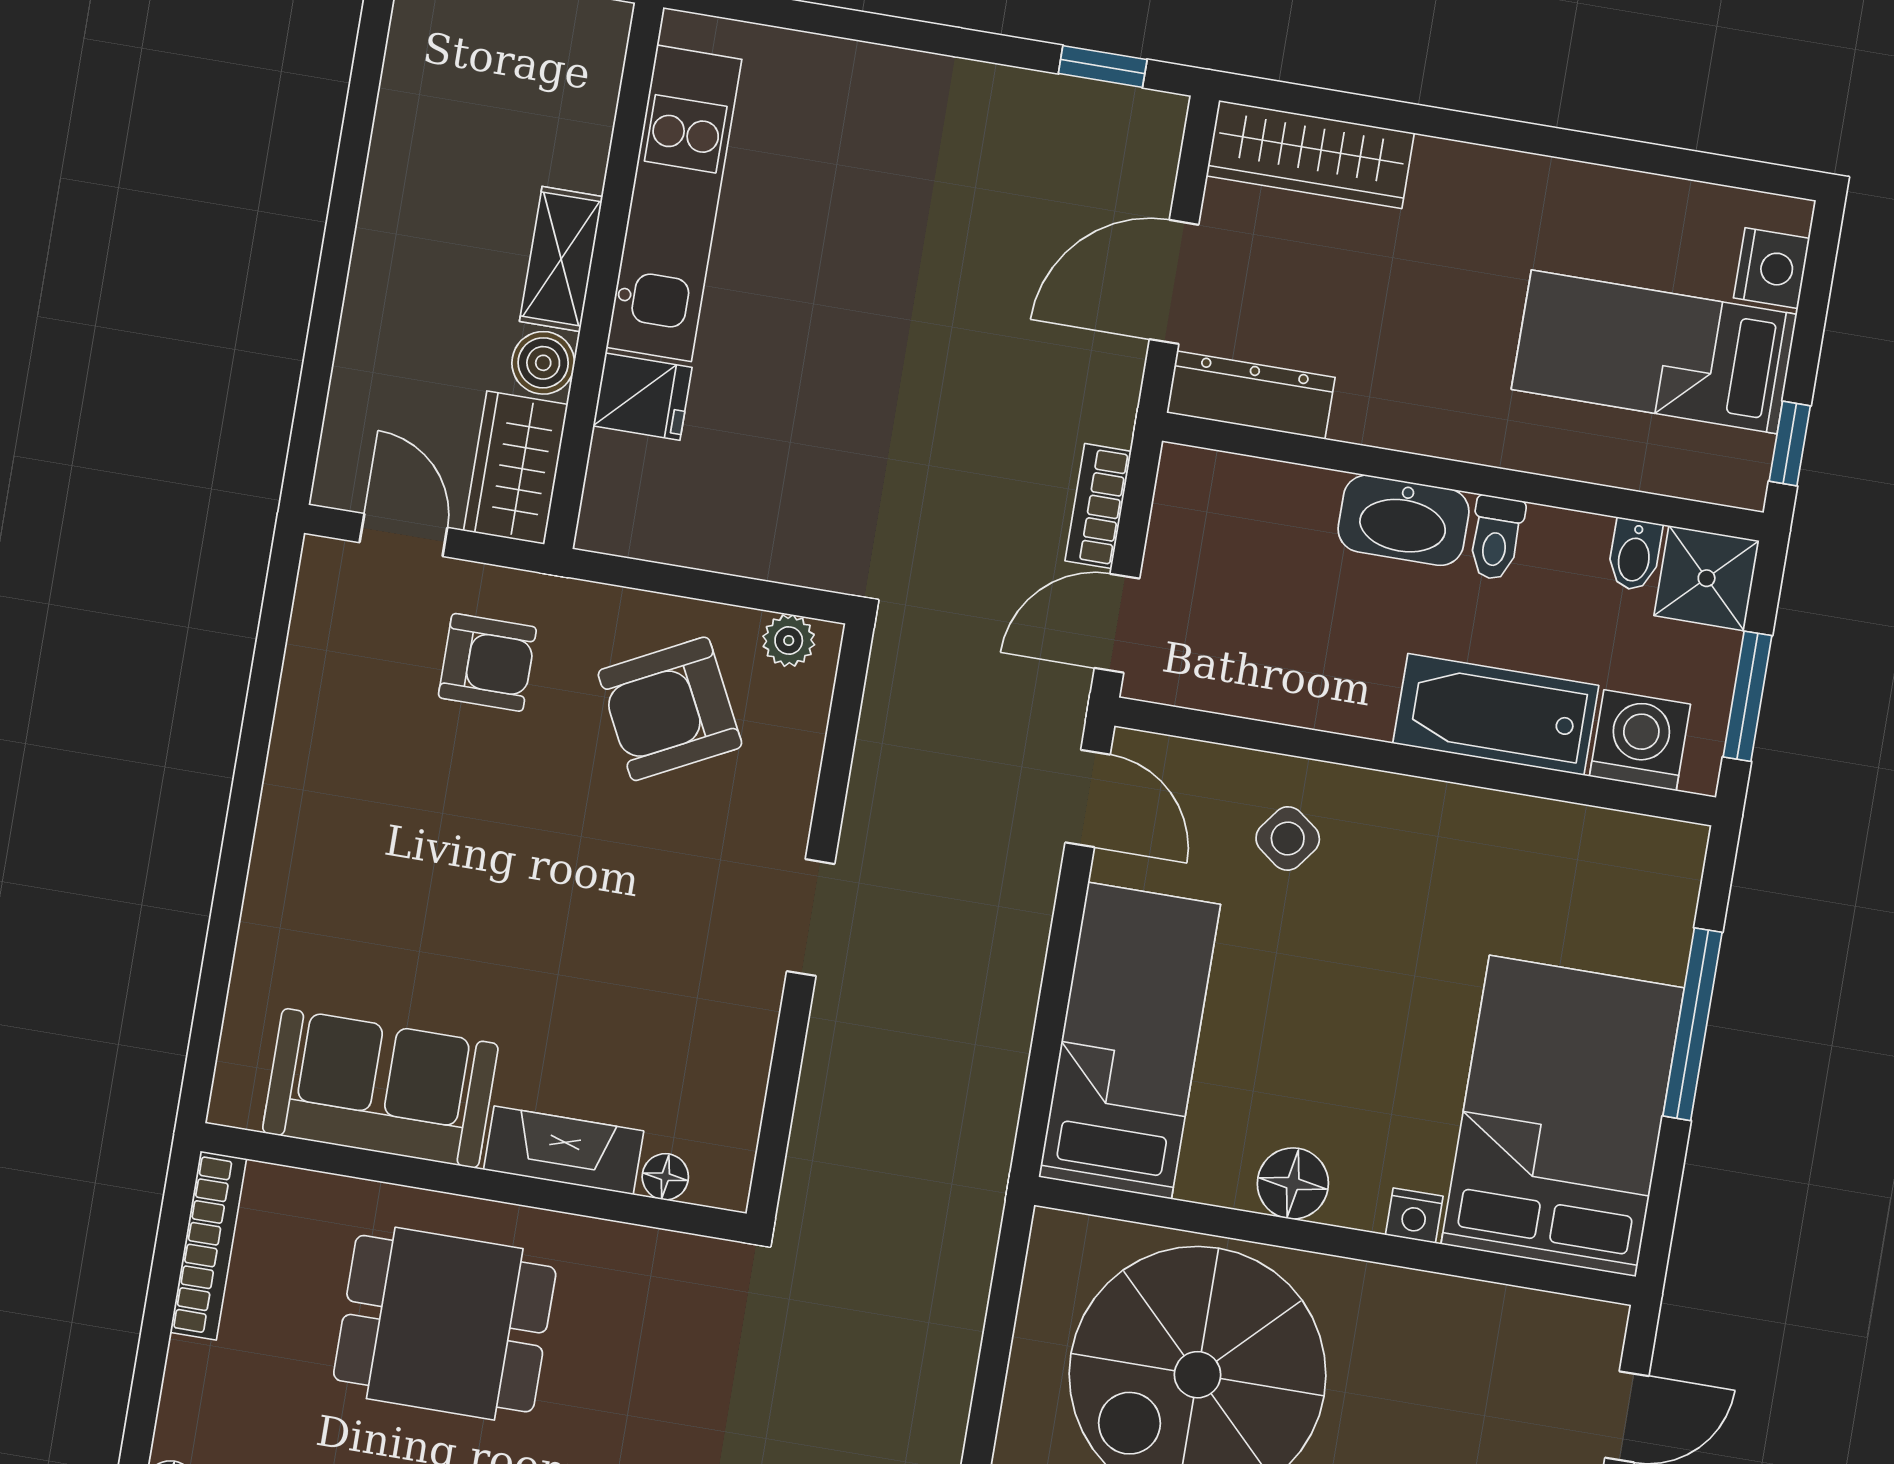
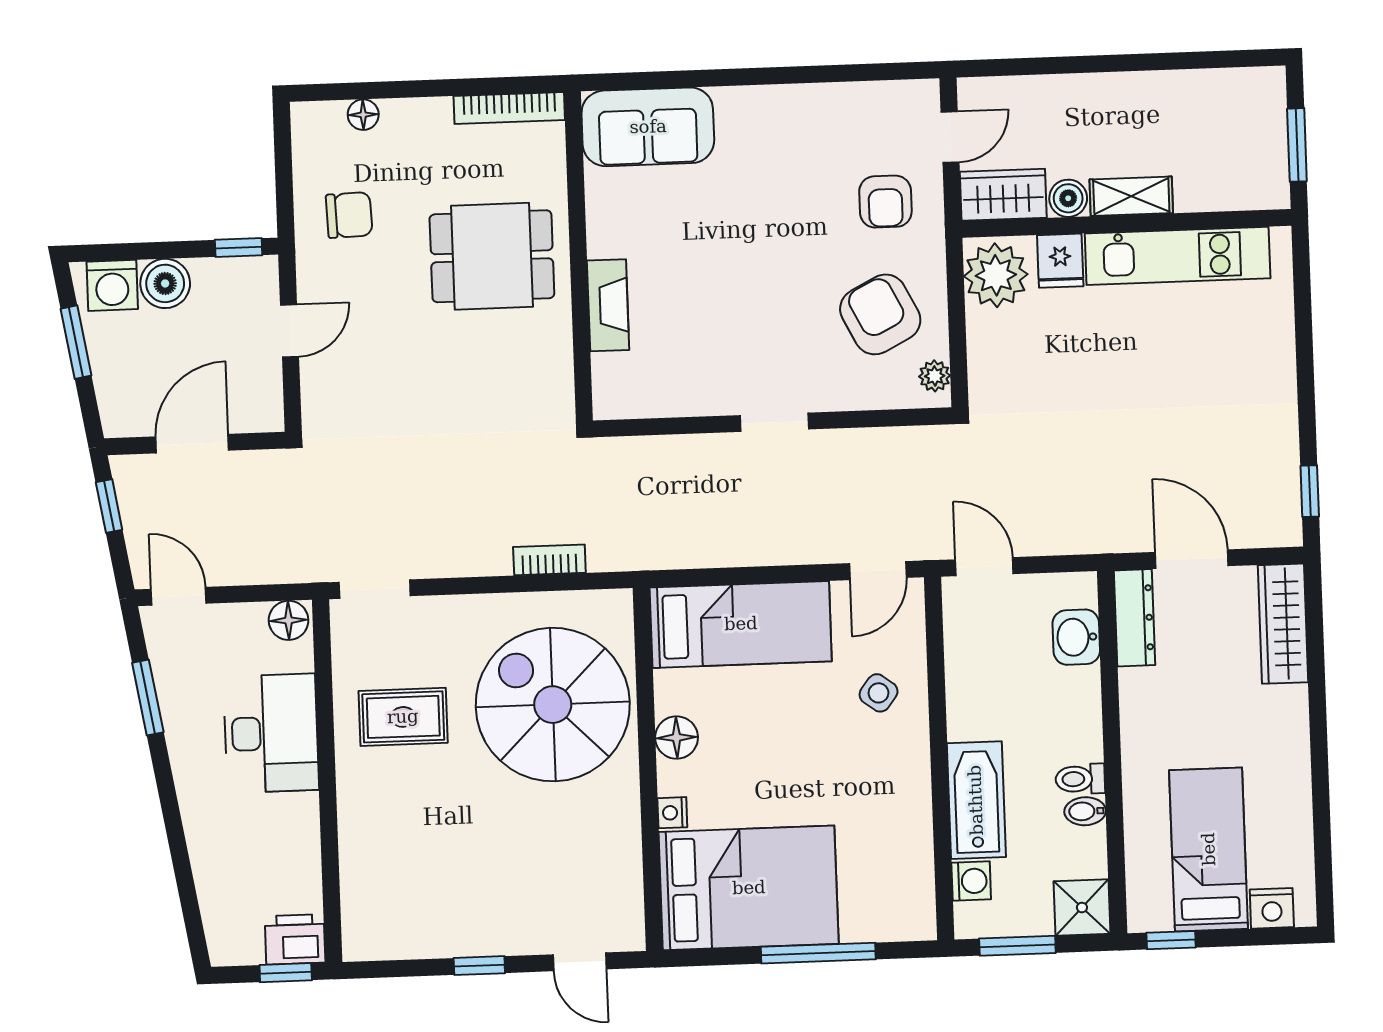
bookcase: (1098, 506) -> (549, 560), moved
plant: (645, 507) -> (996, 275), added
washbasin: (1403, 520) -> (1076, 637), moved, width x0.72
bidet: (1635, 555) -> (1085, 811), moved
washing machine: (1640, 740) -> (971, 881), width x0.73, depth x0.73
sofa: (380, 1088) -> (648, 127), moved, turned 90
floor lamp: (665, 1177) -> (605, 368), removed
dining table: (445, 1324) -> (492, 256), turned 90

